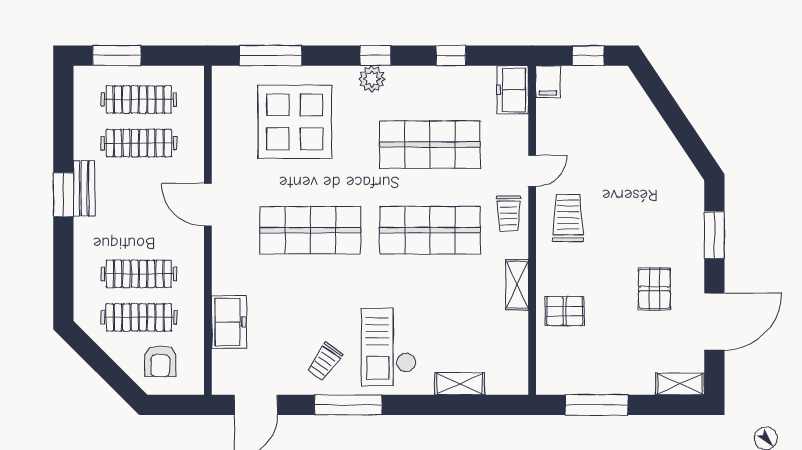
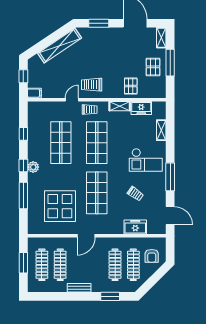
window: (117, 56) -> (23, 263), moved
window: (271, 56) -> (23, 196), moved
freezer: (513, 90) -> (141, 108), moved
display table: (295, 122) -> (60, 206), moved
shelving: (661, 142) -> (60, 46), added
door: (532, 171) -> (72, 100), hinge flipped
window: (63, 195) -> (110, 296), moved
pallet: (654, 289) -> (153, 67), moved, turned 90
armchair: (160, 361) -> (152, 256), turned 90
trolley: (325, 362) -> (135, 194), moved
window: (597, 405) -> (170, 63), moved

